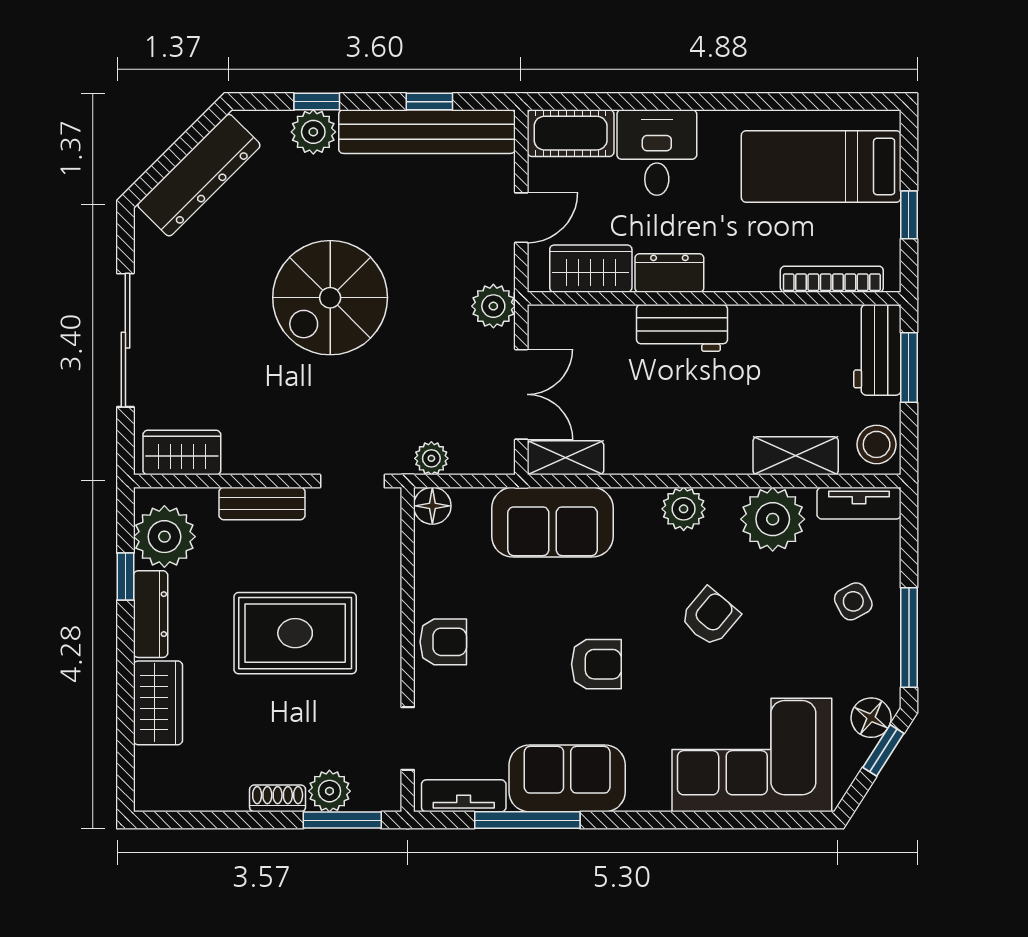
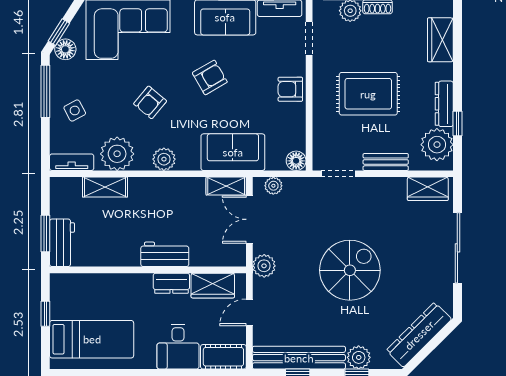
bookcase: (832, 279) -> (86, 280), removed
stool: (877, 444) -> (62, 193), removed
plant: (431, 458) -> (273, 186), moved
armchair: (596, 664) -> (210, 77), turned 150
wardrobe: (158, 703) -> (440, 40), moved

